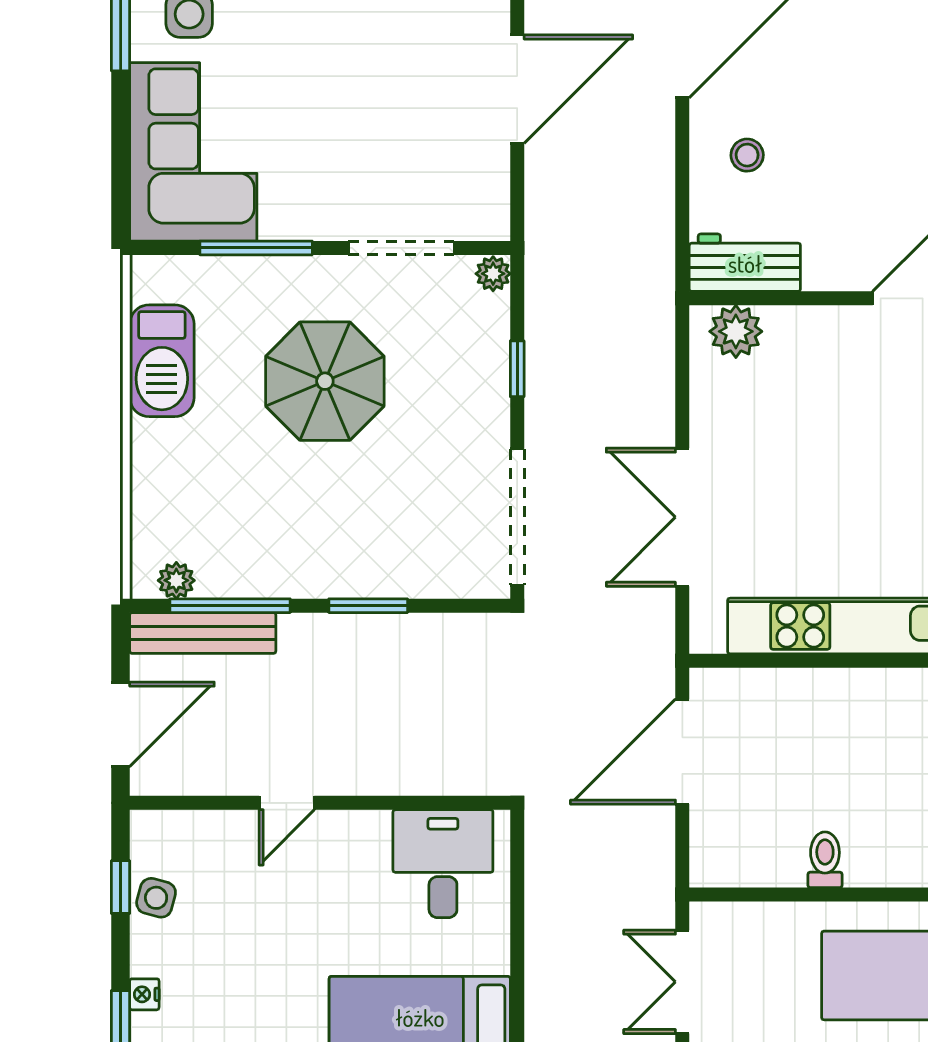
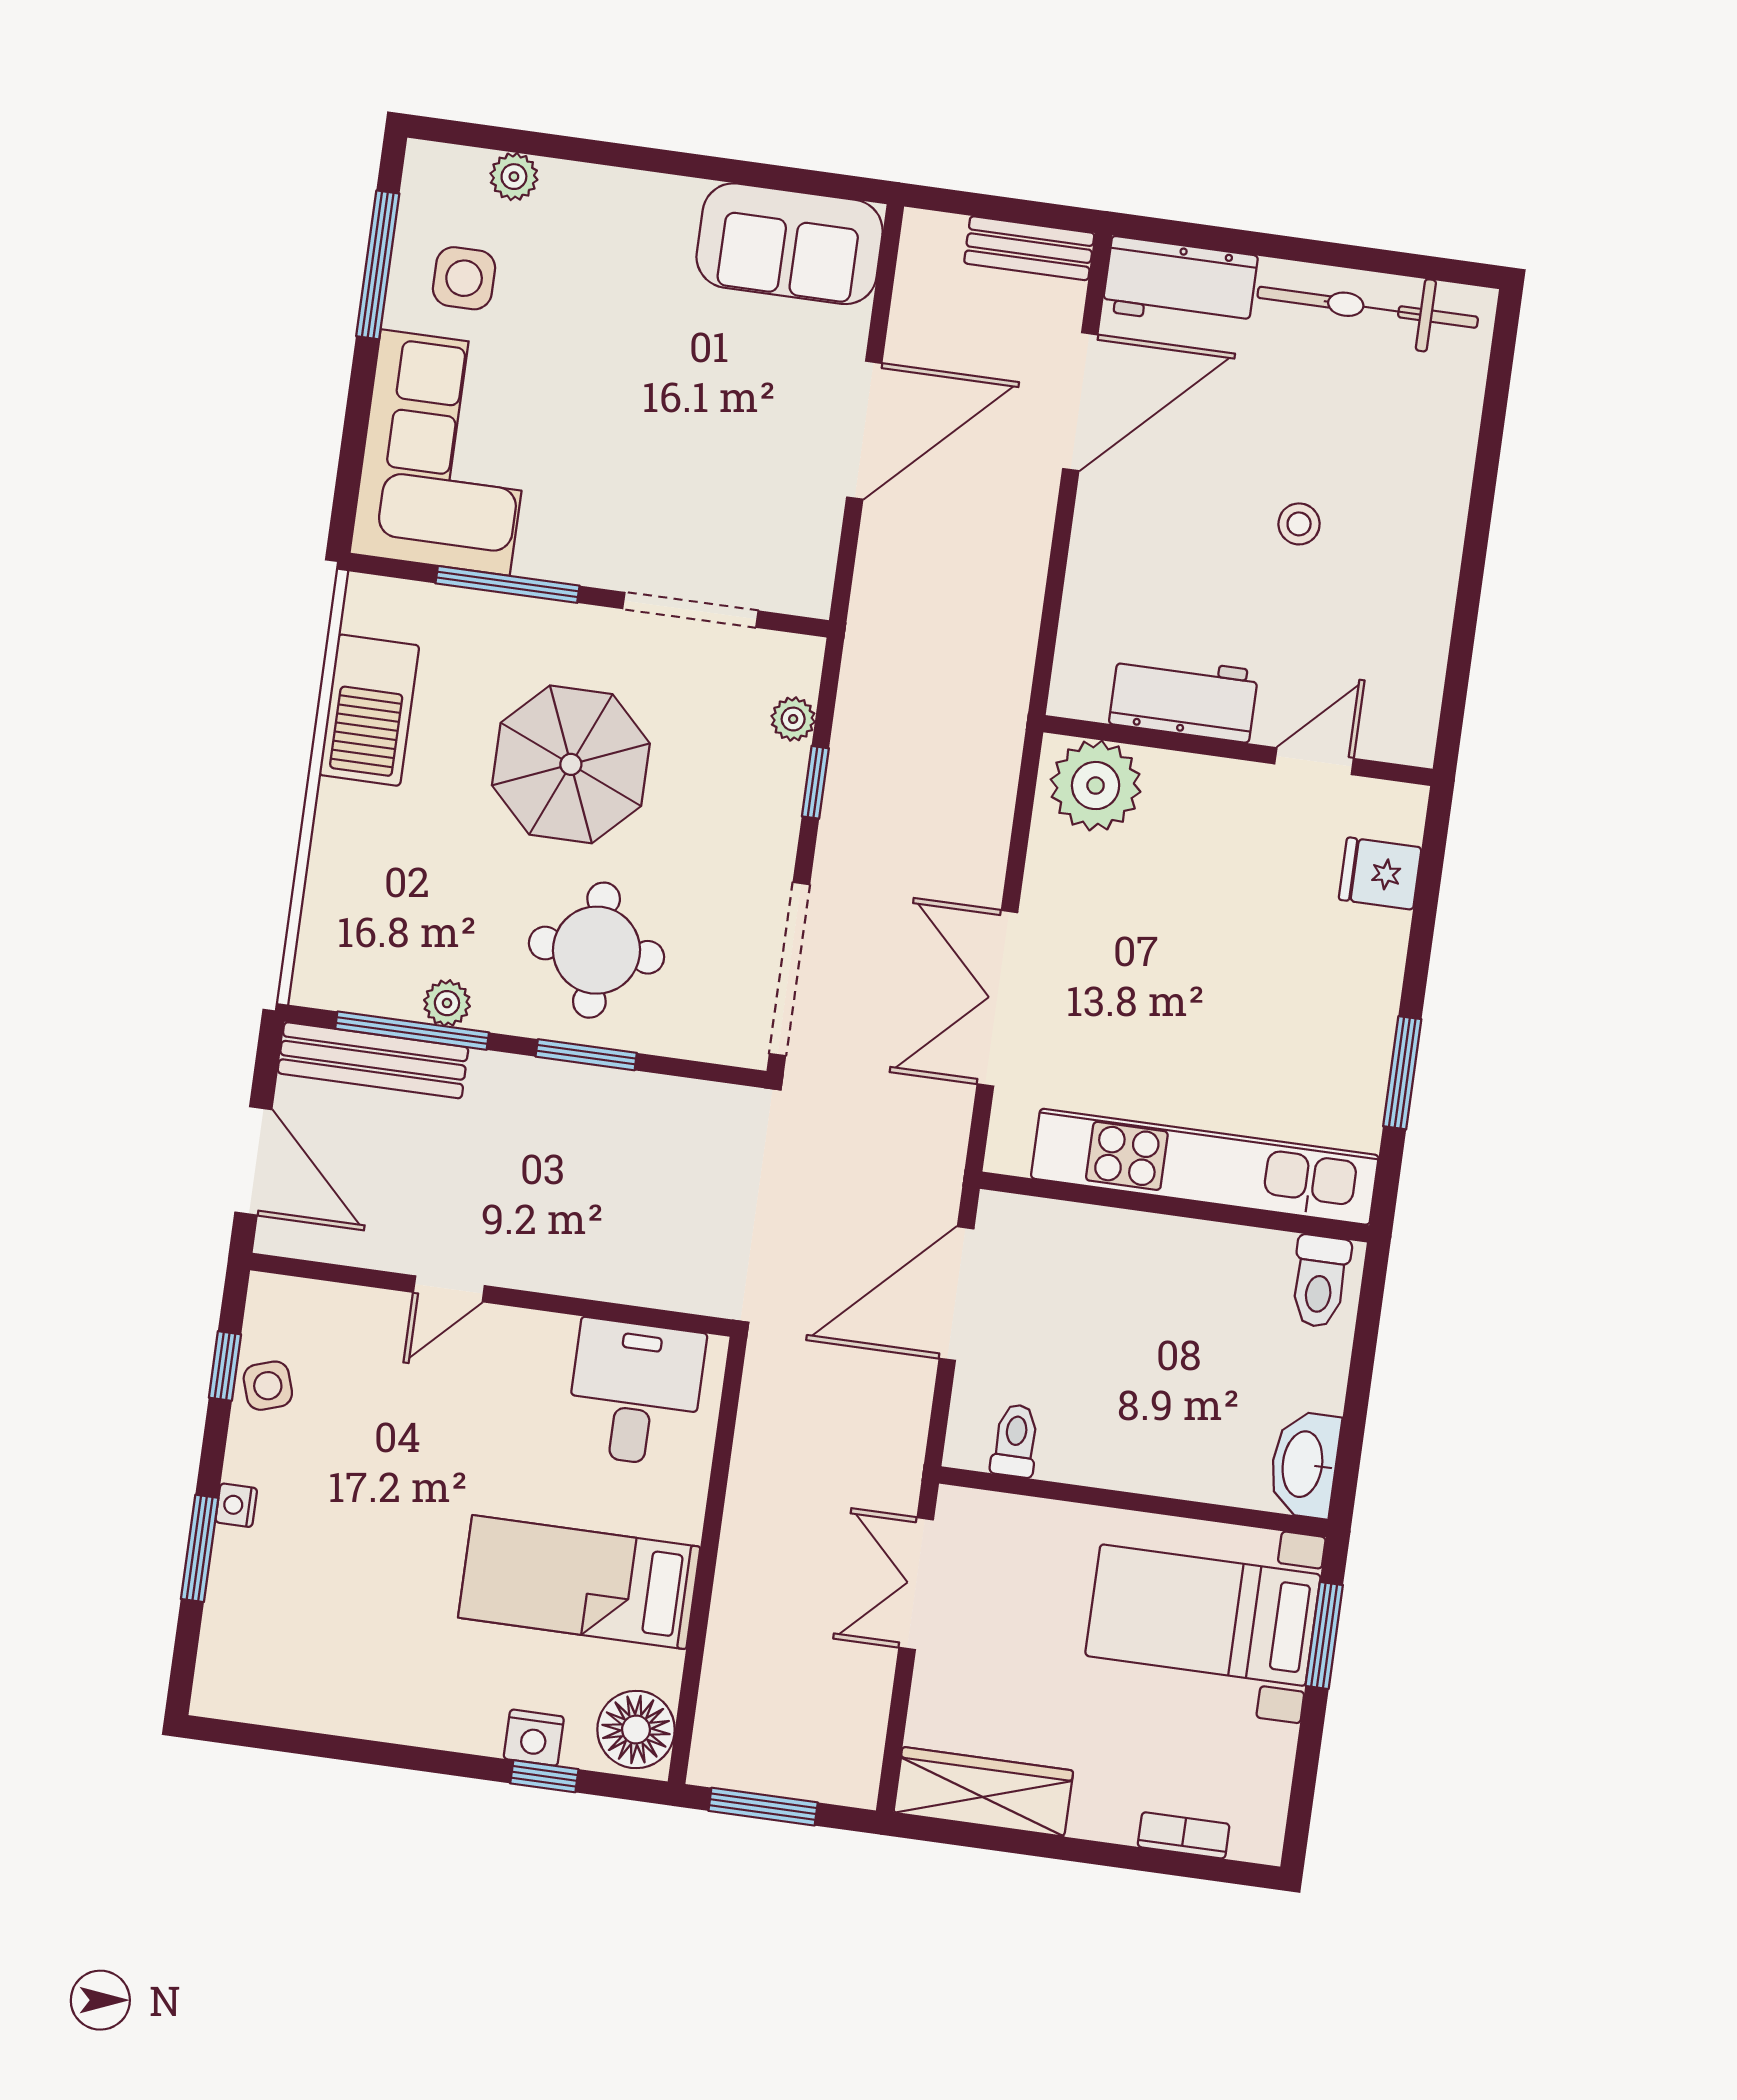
stool: (747, 155) -> (1299, 524), moved
workbench: (745, 263) -> (1184, 697), moved
plant: (493, 274) -> (793, 719), moved
plant: (736, 331) -> (1096, 786), width x1.36, depth x1.36
round table: (365, 523) -> (596, 950), added
plant: (176, 580) -> (447, 1003), moved
door: (121, 724) -> (253, 1161), hinge flipped
toilet: (825, 860) -> (1015, 1441), moved
side table: (156, 898) -> (268, 1386), turned -33

